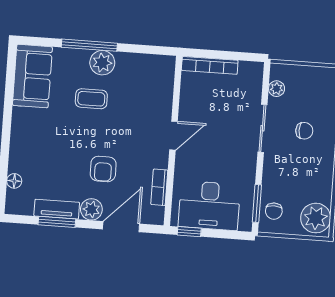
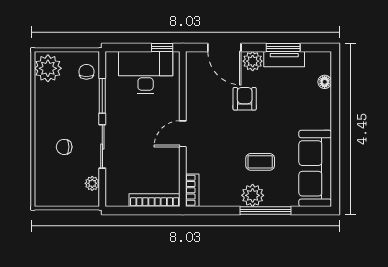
sofa: (32, 76) -> (315, 168), width x1.36
bookcase: (159, 187) -> (192, 190), moved
window: (257, 203) -> (102, 96), moved
door: (121, 227) -> (224, 47), hinge flipped

